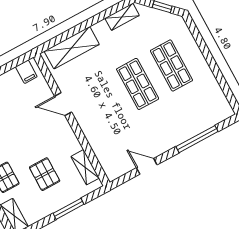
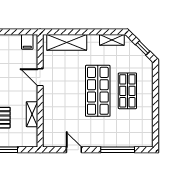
shop shelf: (138, 84) -> (98, 91), width x1.43, depth x1.36
shelving: (85, 167) -> (32, 114), moved

